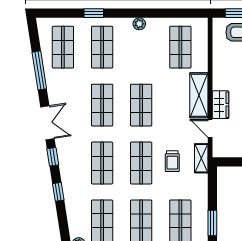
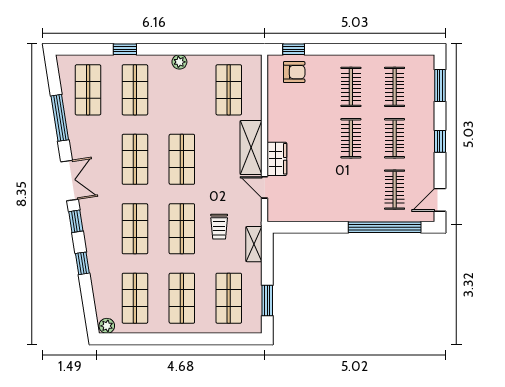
shelving: (201, 158) -> (254, 244), moved

